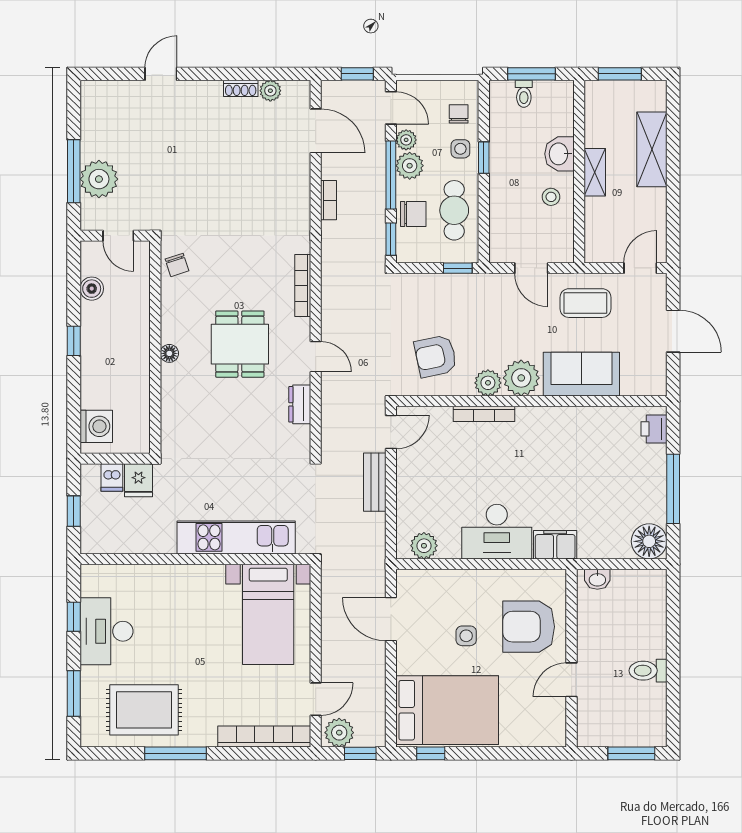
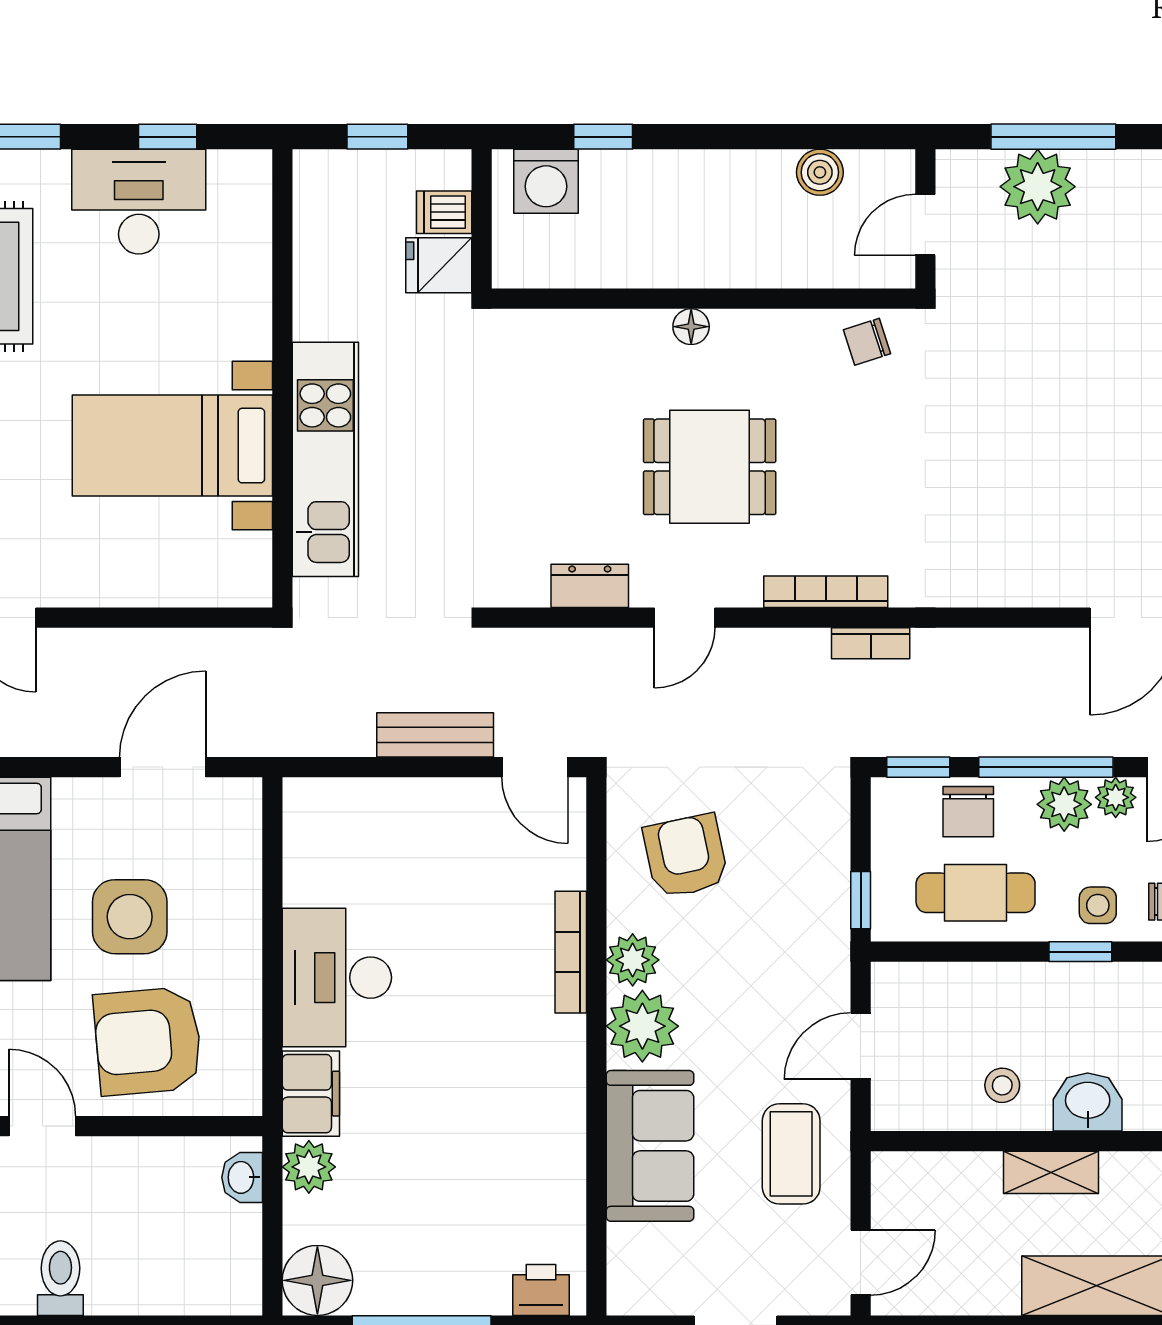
bookcase: (329, 200) -> (871, 643), moved
door: (640, 268) -> (861, 1263), hinge flipped
window: (74, 341) -> (603, 137), moved
plant: (424, 546) -> (309, 1167), moved
bed with nightstands: (268, 614) -> (172, 446), moved
armchair: (529, 627) -> (148, 1041), turned -95
side table: (466, 636) -> (130, 917), width x1.87, depth x1.87

